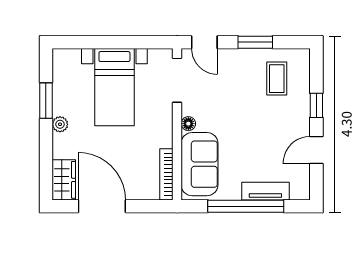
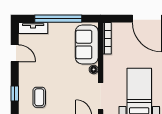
window: (316, 105) -> (15, 93), moved
door: (316, 150) -> (15, 53), hinge flipped
tv unit: (265, 191) -> (33, 28), moved

